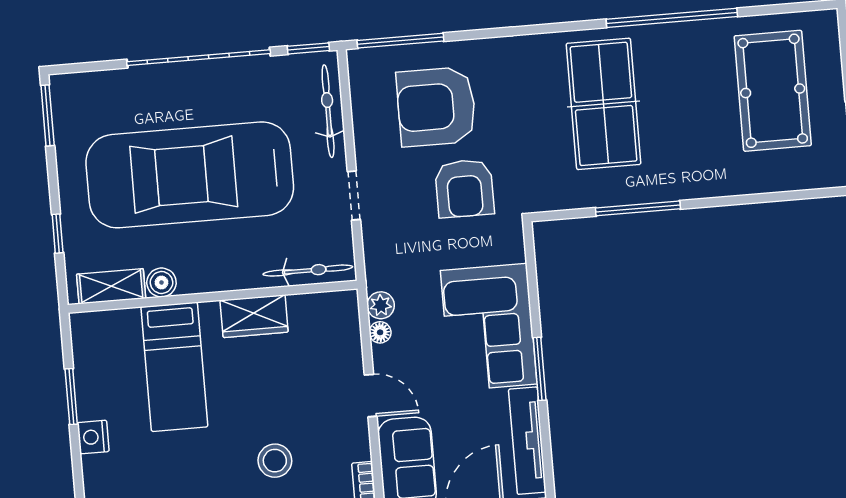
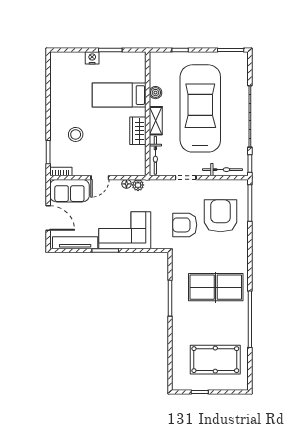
shelving: (111, 286) -> (156, 121), moved

